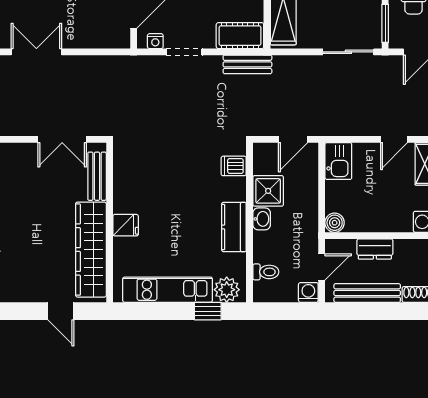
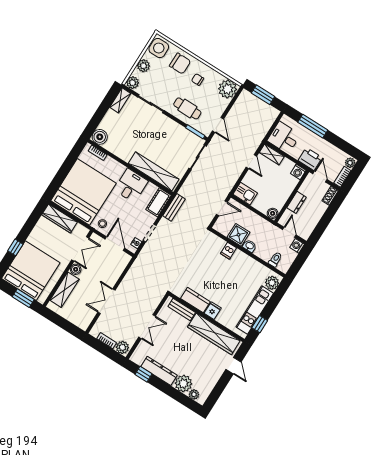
double door: (62, 139) -> (147, 327), moved
door: (293, 139) -> (222, 208), hinge flipped
dishwasher: (234, 166) -> (228, 251), moved
kitchen counter: (234, 227) -> (195, 300), moved, turned 180
bench: (367, 293) -> (315, 219), removed
door: (61, 311) -> (233, 366), hinge flipped
window: (208, 311) -> (260, 324), moved

